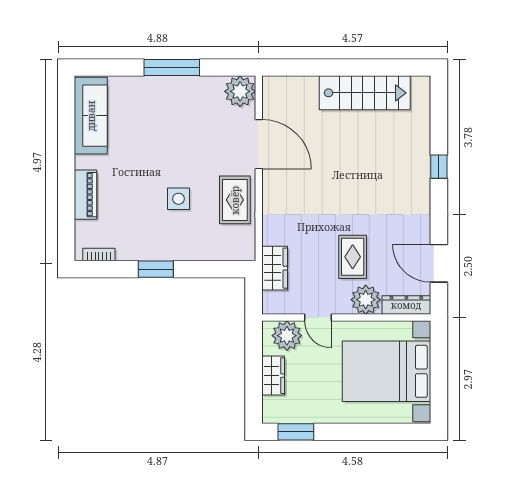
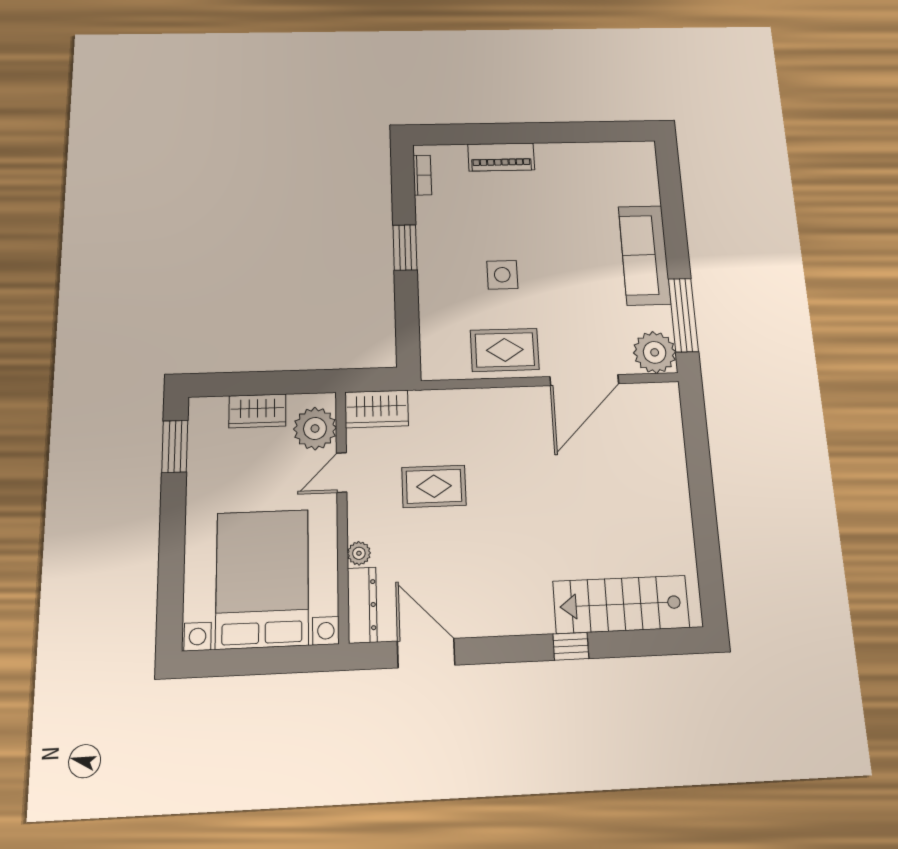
window: (172, 68) -> (683, 315), moved
stairs: (365, 93) -> (621, 604), moved, turned 90
sofa: (91, 116) -> (644, 255), moved, turned 90
rug: (353, 257) -> (434, 486), moved
door: (439, 263) -> (426, 653), hinge flipped
wardrobe: (275, 268) -> (377, 409), moved
plant: (366, 300) -> (359, 553), width x0.53, depth x0.53

